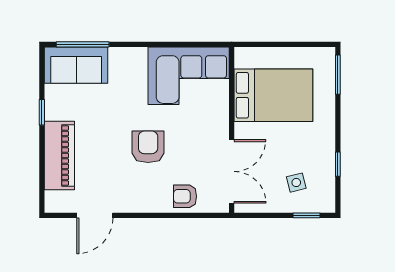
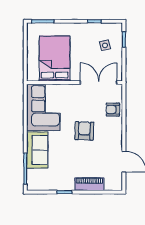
sofa: (76, 65) -> (37, 150), moved
armchair: (148, 147) -> (84, 131), turned 92
piano: (59, 156) -> (89, 184), width x0.73, depth x0.75
armchair: (185, 196) -> (113, 110), turned 90

